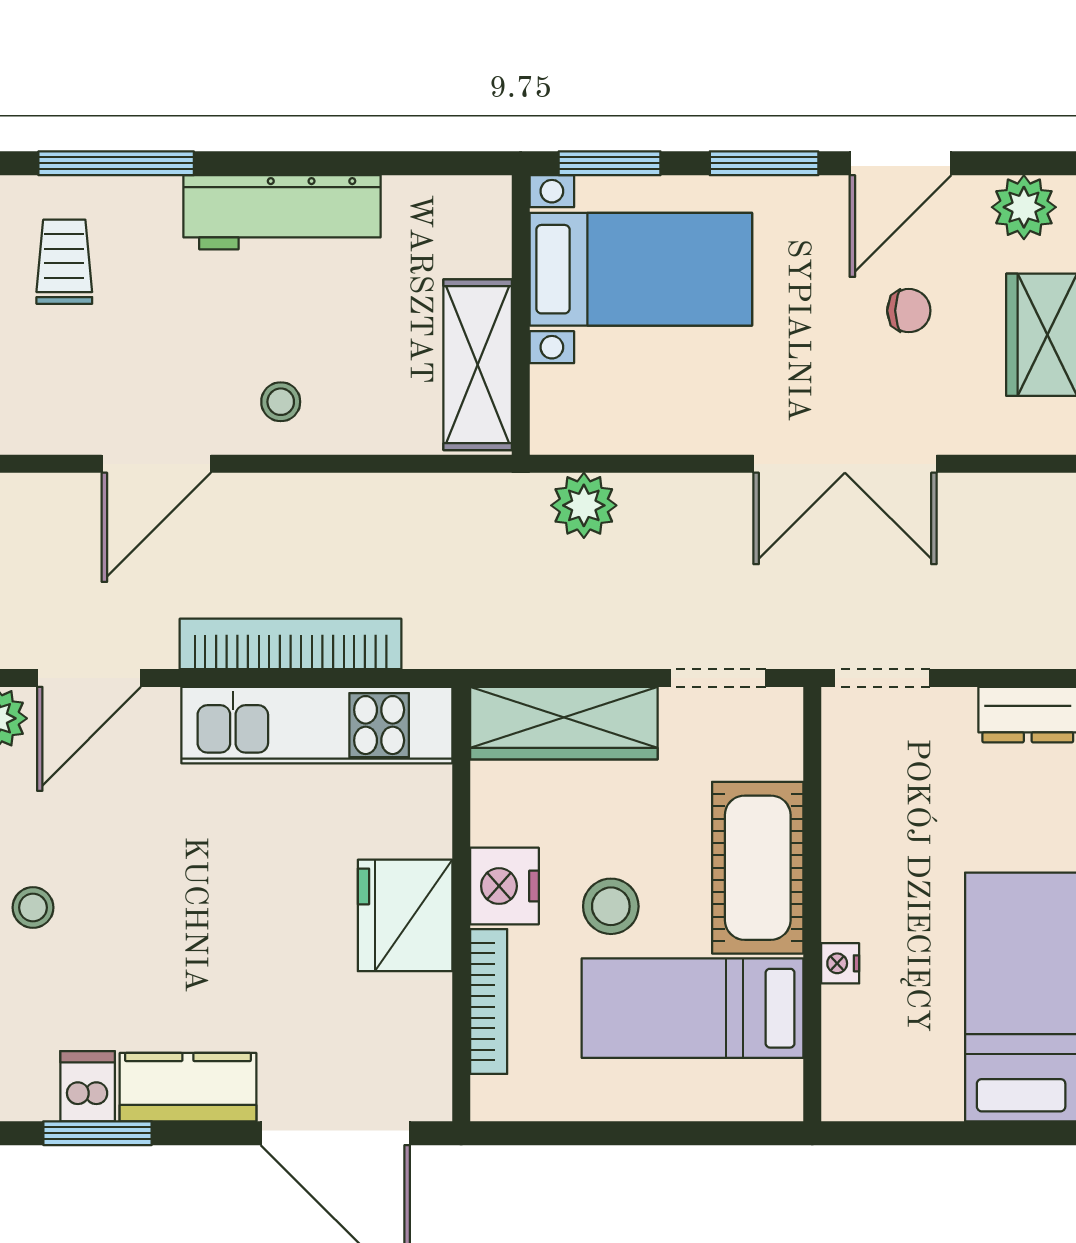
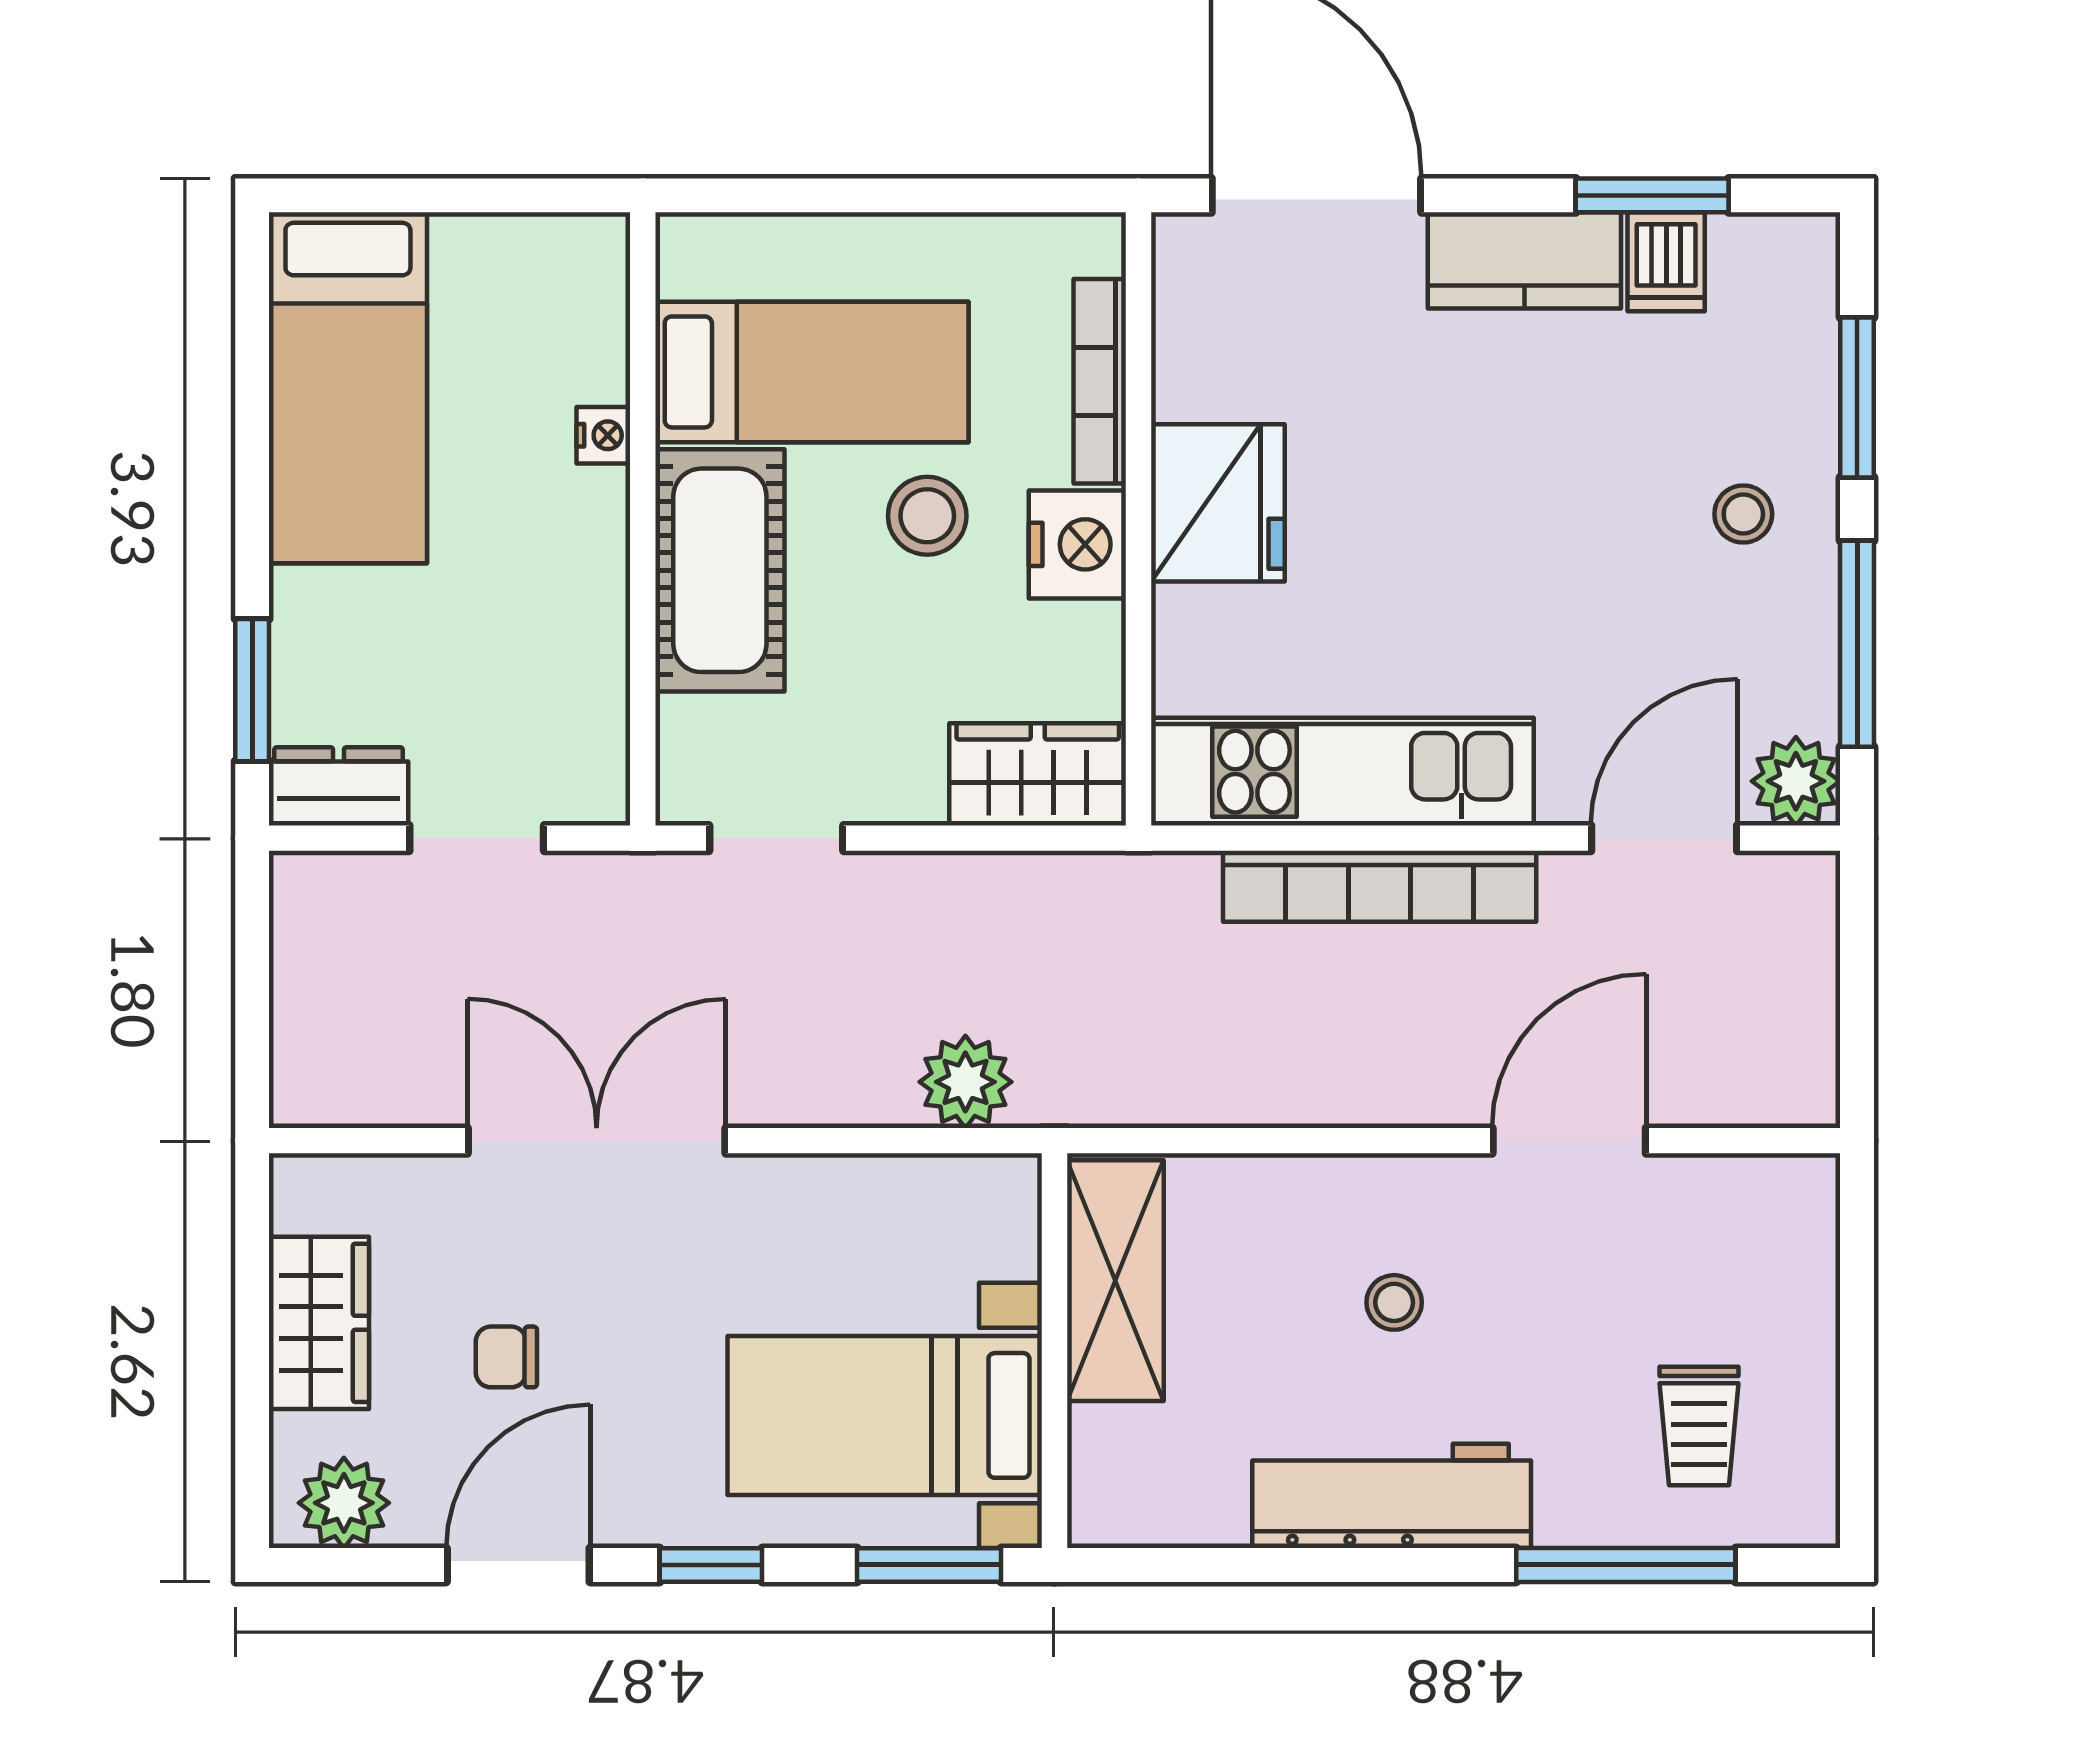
window: (764, 163) -> (711, 1565), width x0.67
stool: (281, 402) -> (1394, 1302), moved
doorway: (882, 678) -> (477, 838), moved
wardrobe: (564, 723) -> (1038, 774), width x0.67

